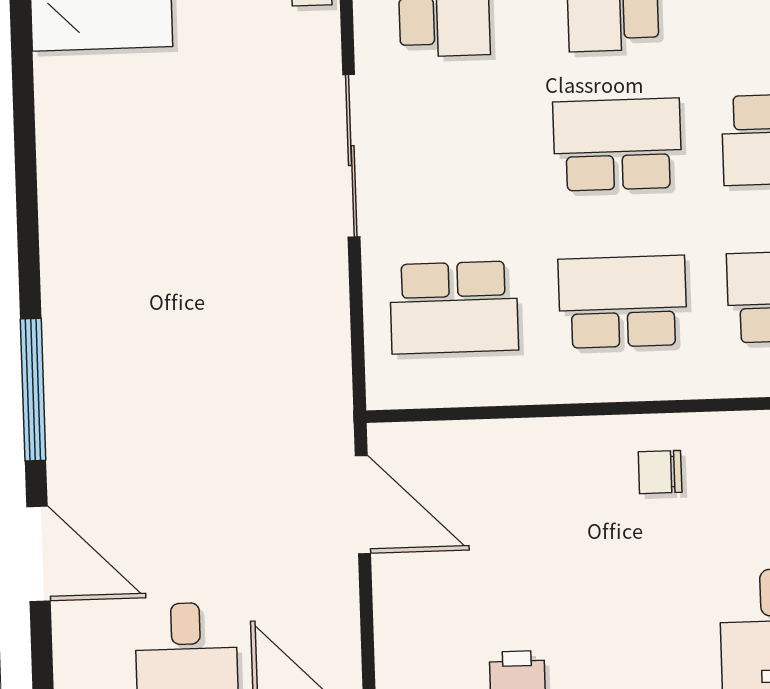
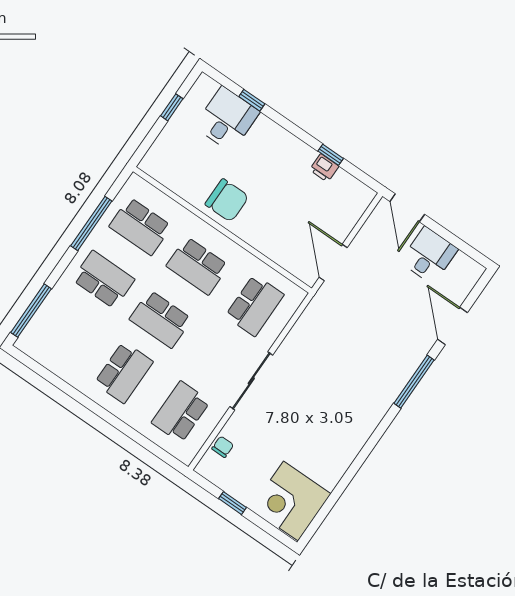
school desk: (454, 307) -> (255, 305), turned 90
chair: (660, 472) -> (227, 200), width x1.87, depth x1.87

